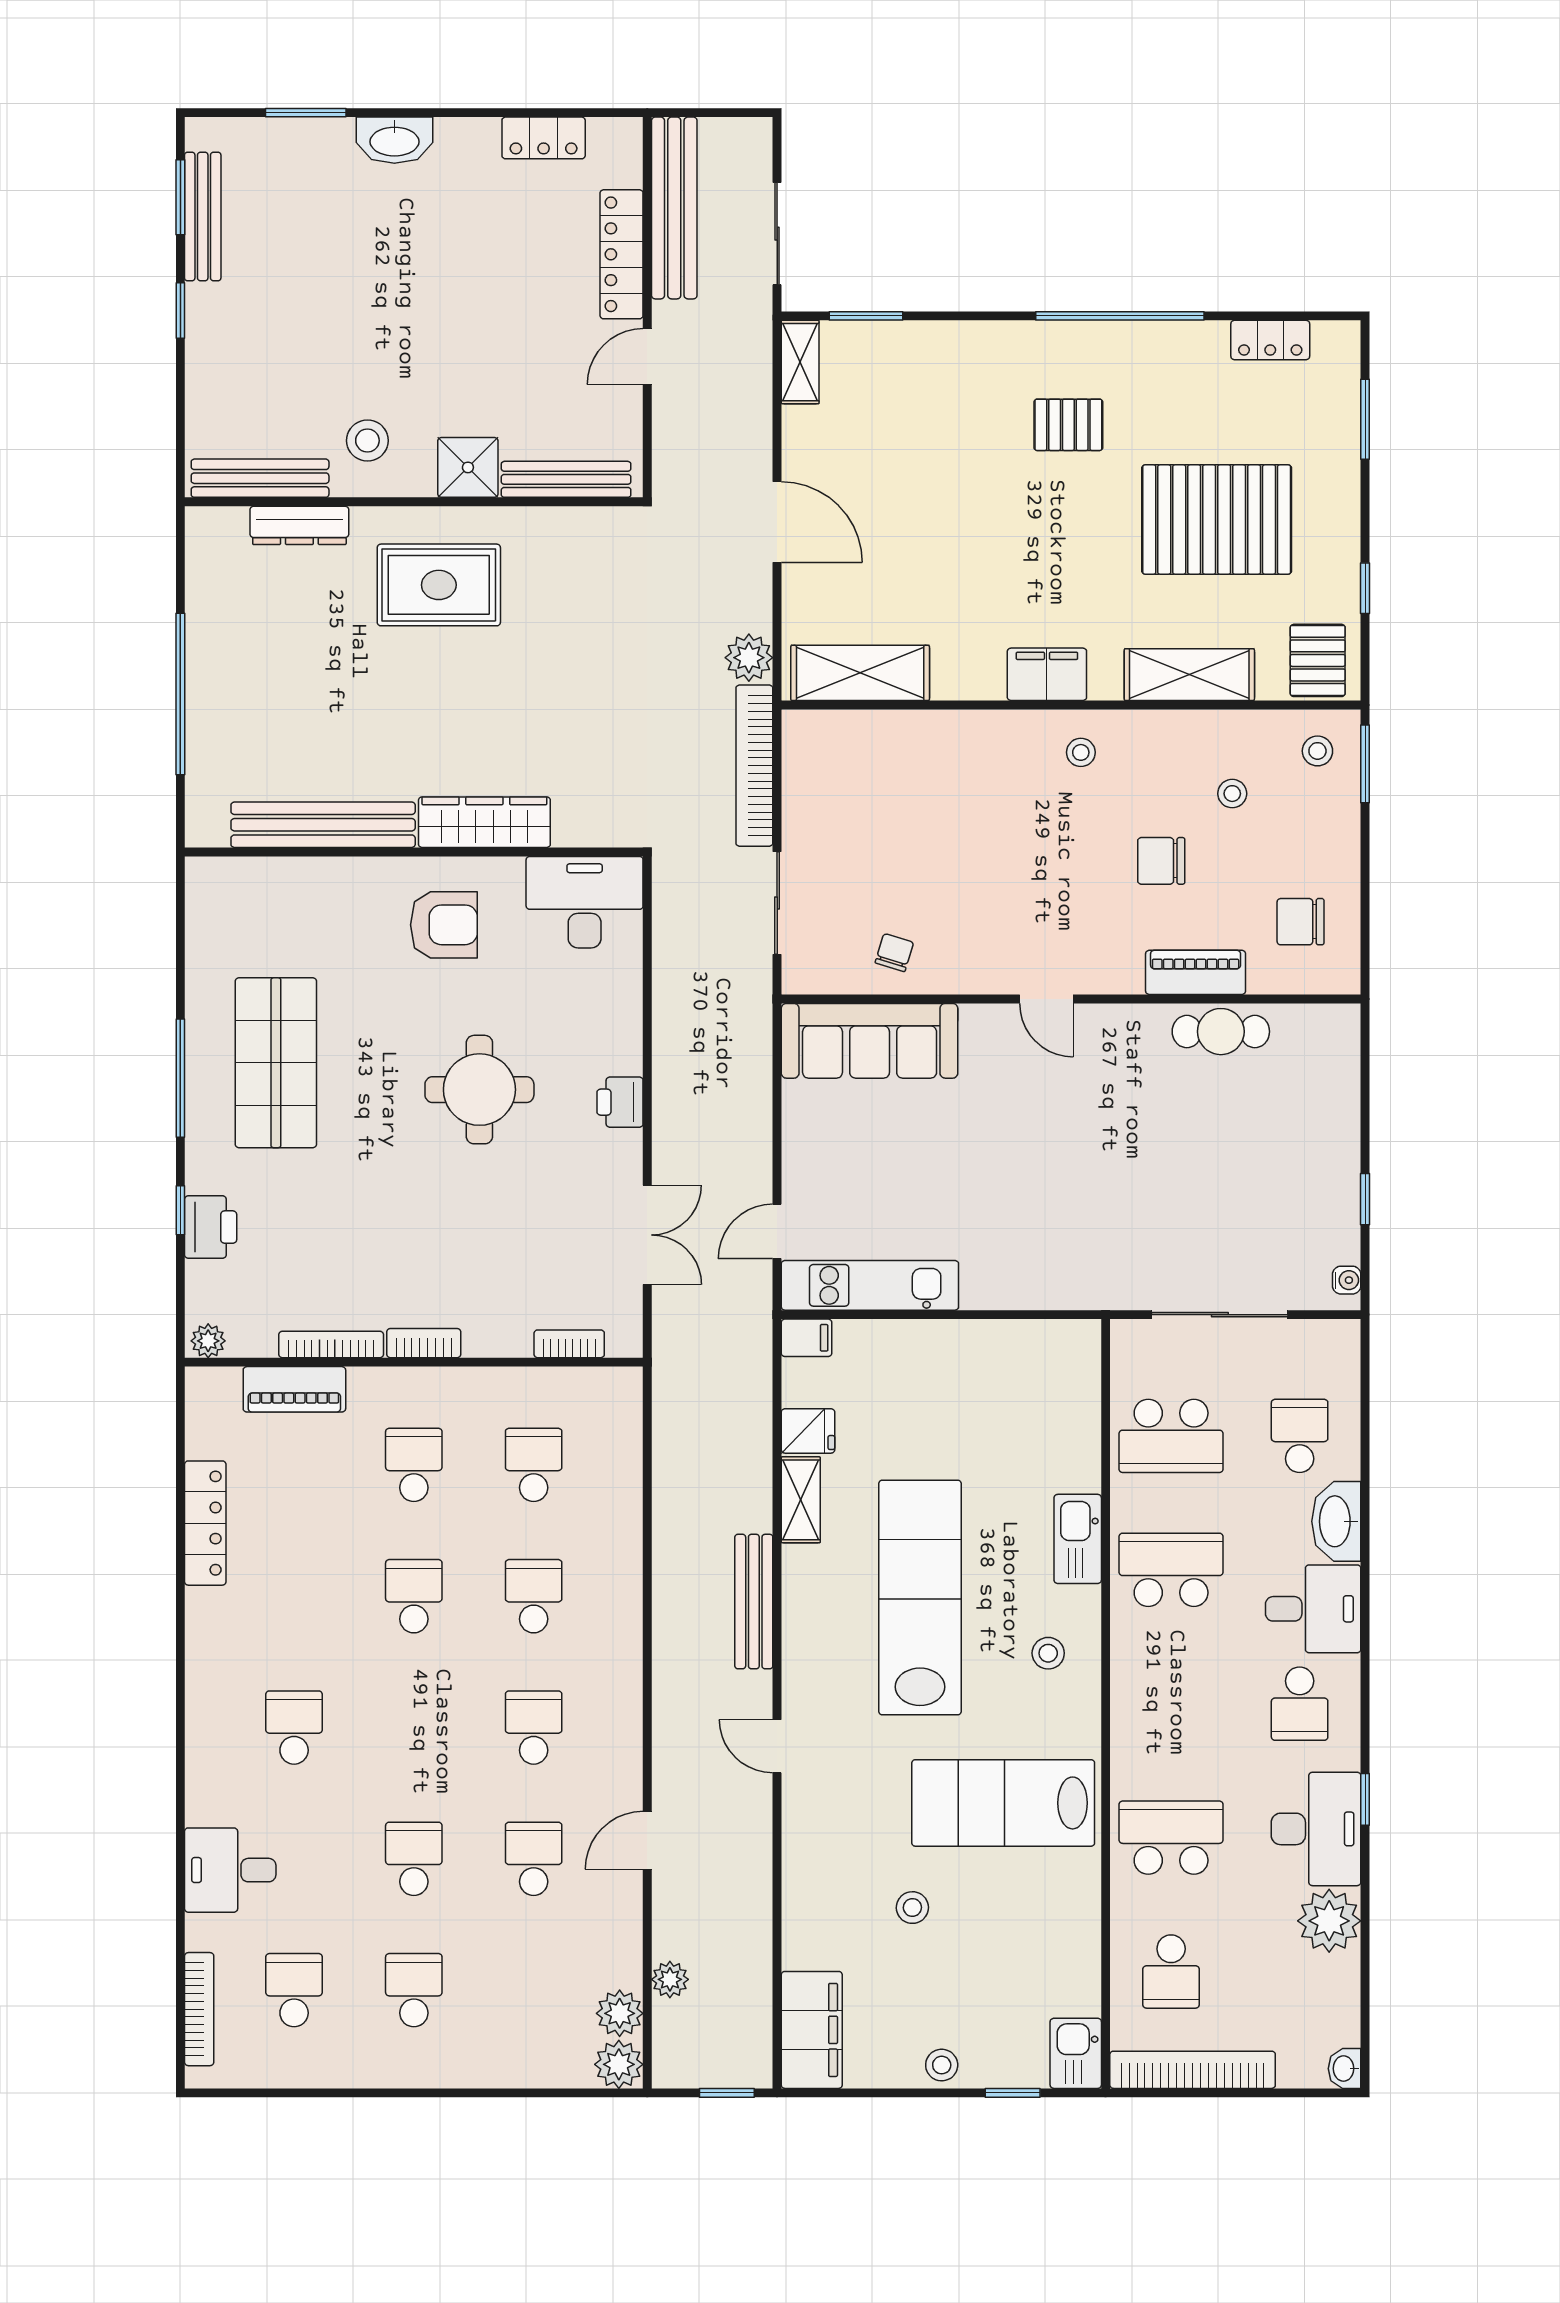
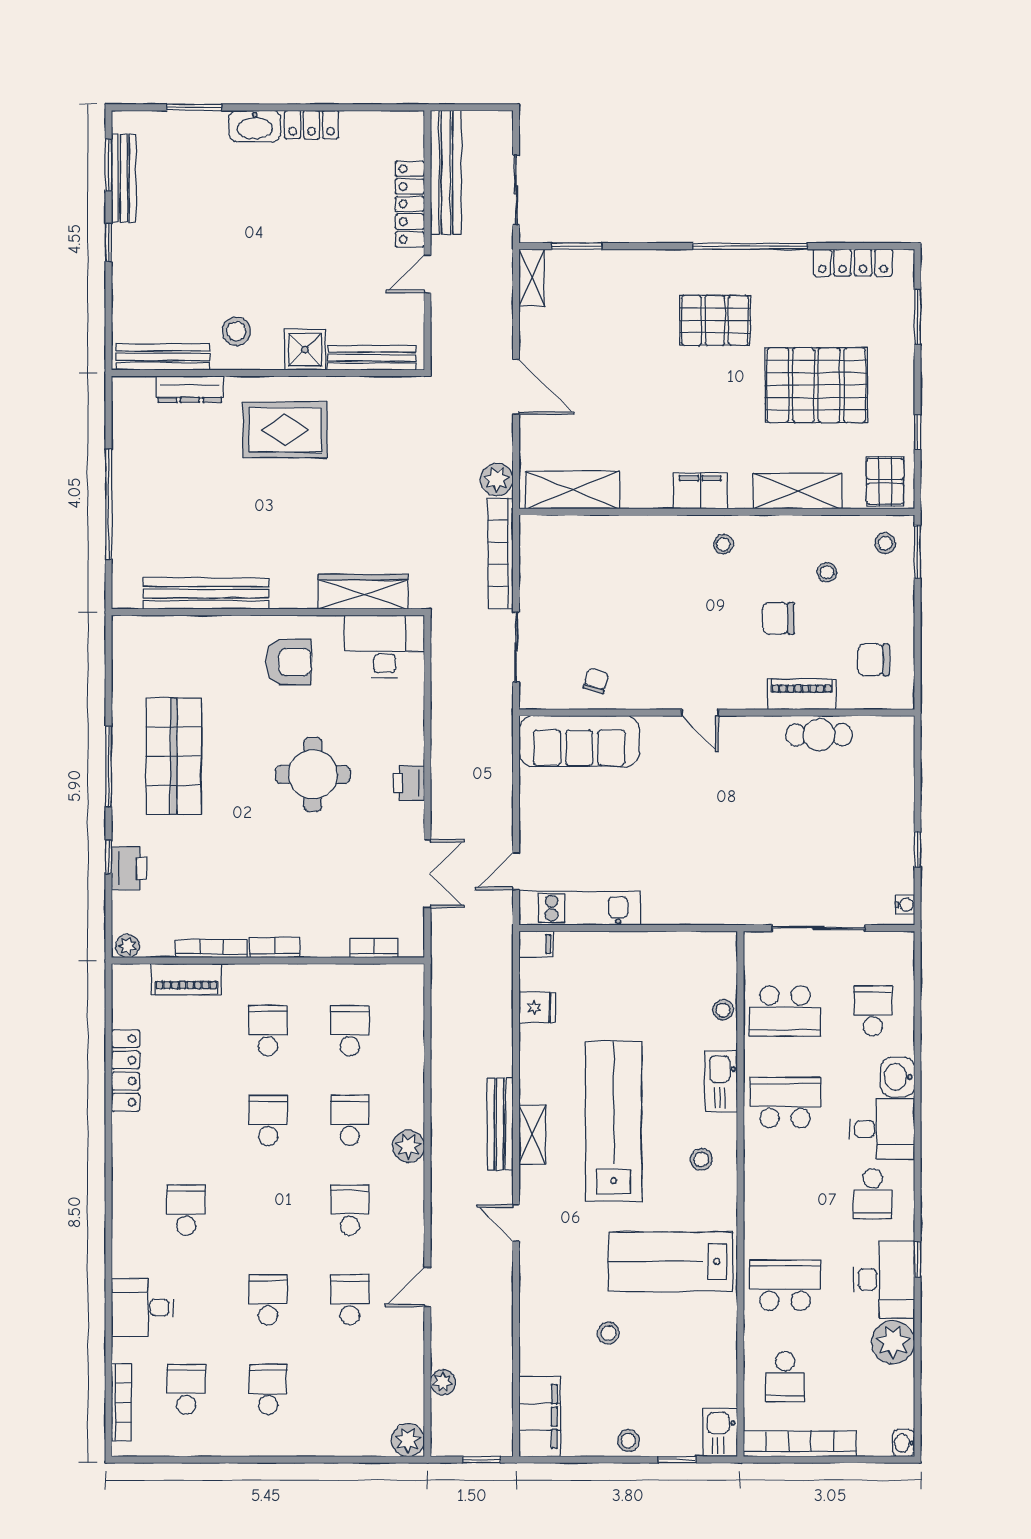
locker: (544, 138) -> (311, 125), moved
locker: (1270, 340) -> (853, 263), width x1.53
pallet: (1068, 425) -> (715, 320), width x1.50, depth x1.42
wardrobe: (484, 822) -> (363, 592), moved
stool: (1080, 1434) -> (723, 1010), added
shelving: (801, 1500) -> (532, 1134), moved
washbasin: (1336, 1521) -> (898, 1077), width x0.72
plant: (620, 2013) -> (409, 1146), moved

